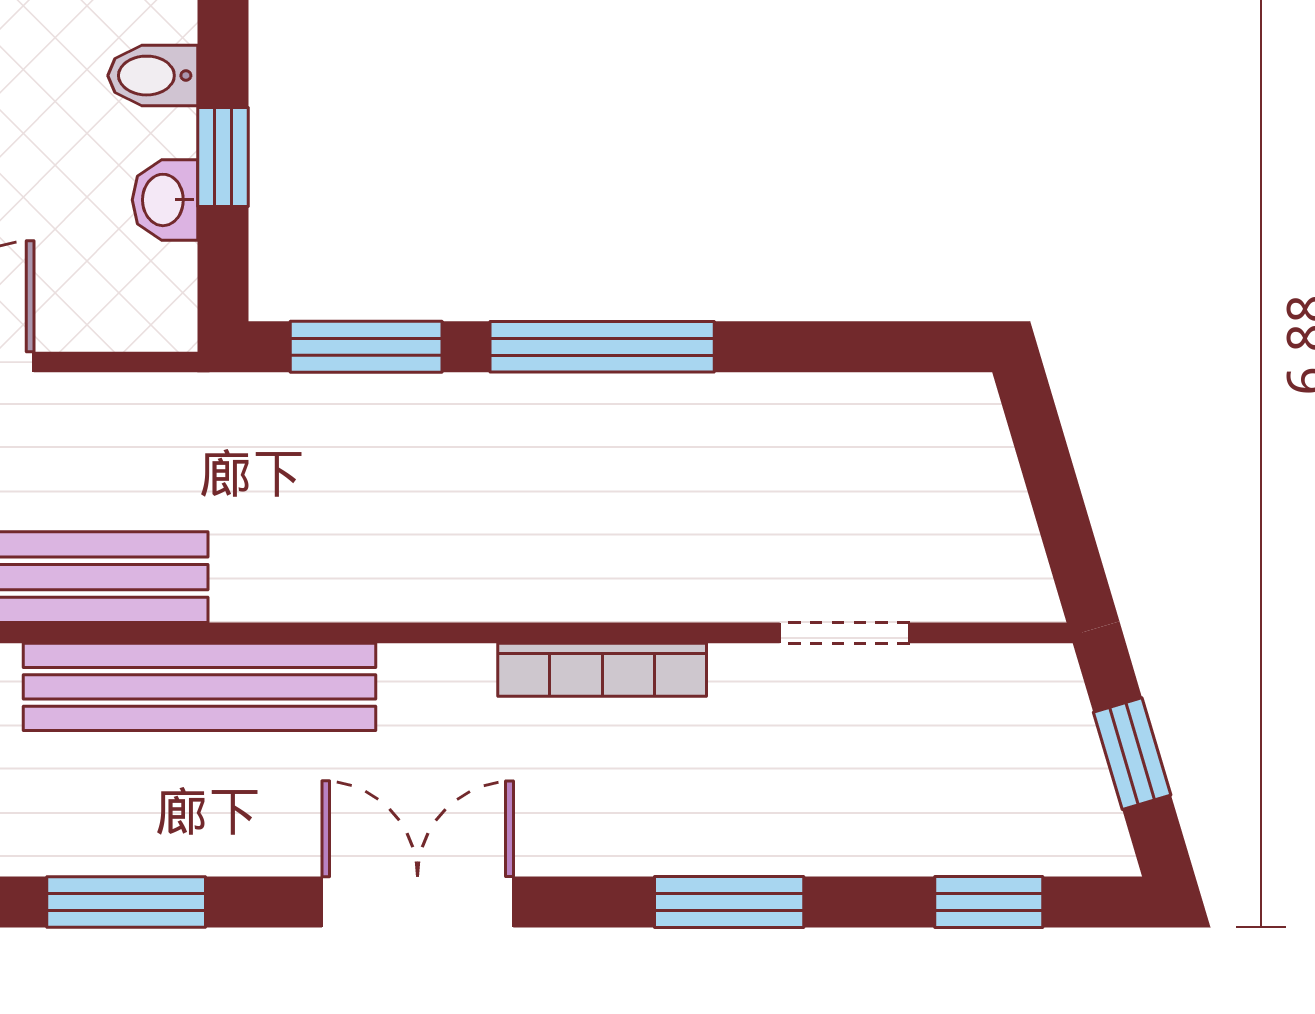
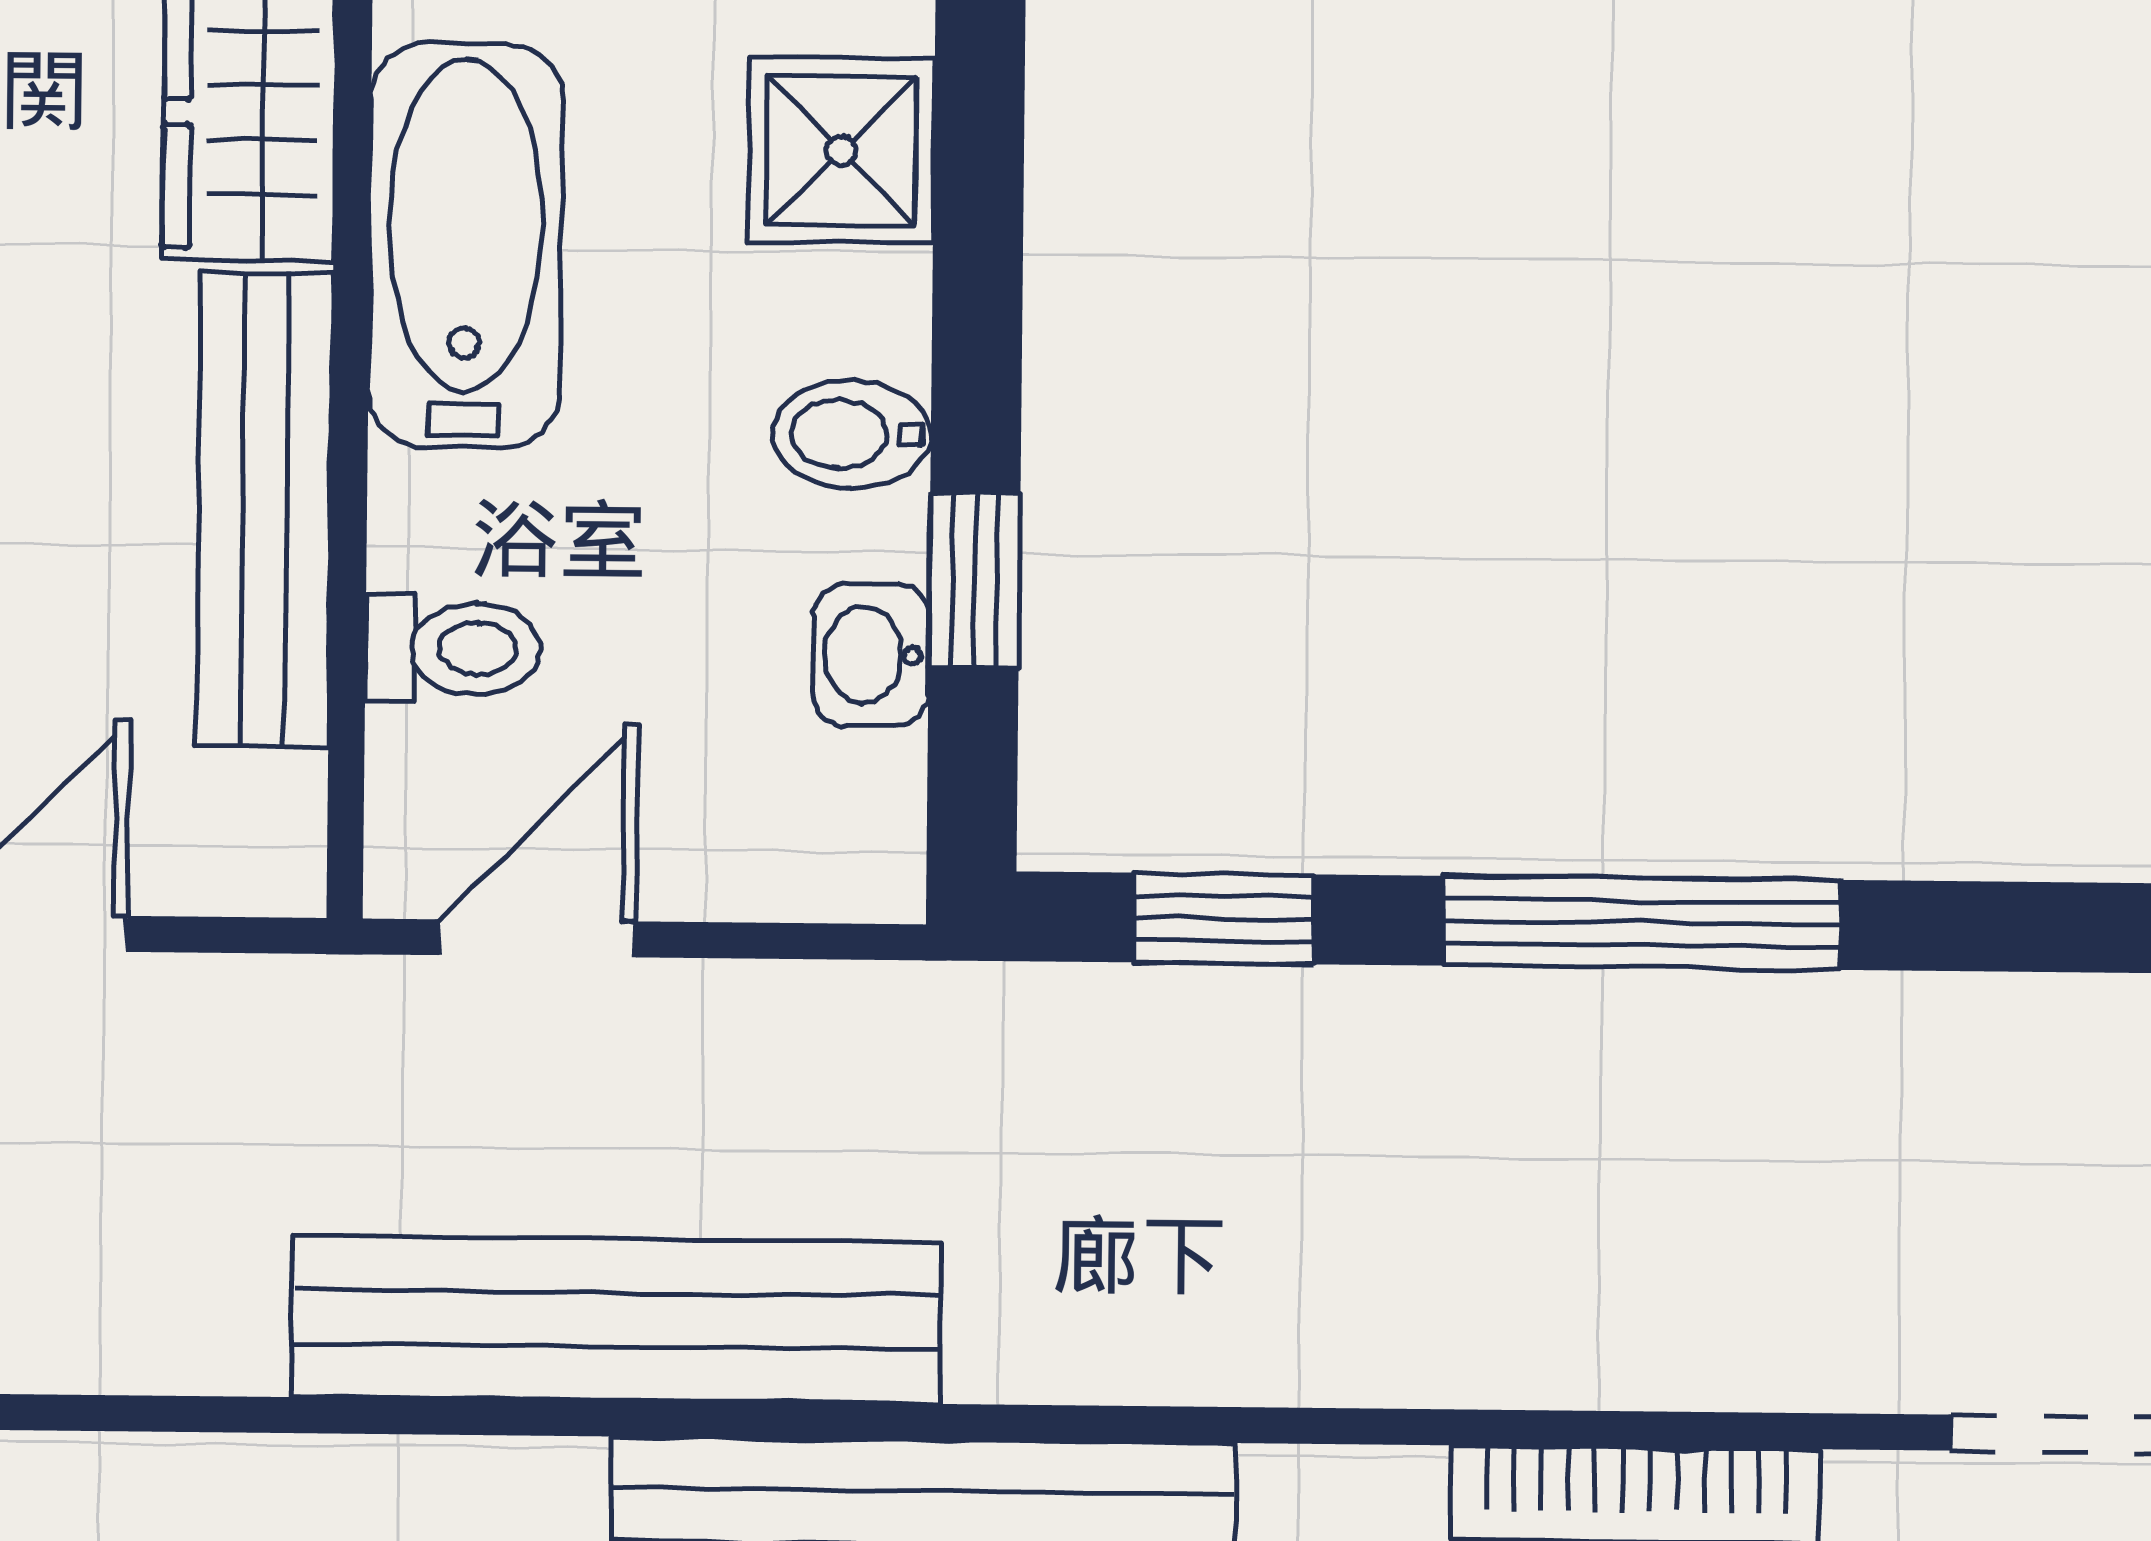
window: (366, 347) -> (1224, 918), width x0.67

